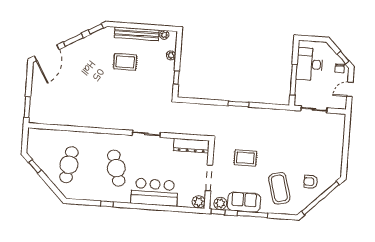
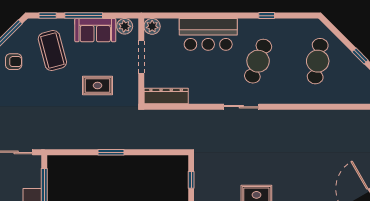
sliding door: (146, 134) -> (241, 107), moved
cafe table: (116, 168) -> (258, 61), turned 36
window: (218, 212) -> (48, 16), moved

